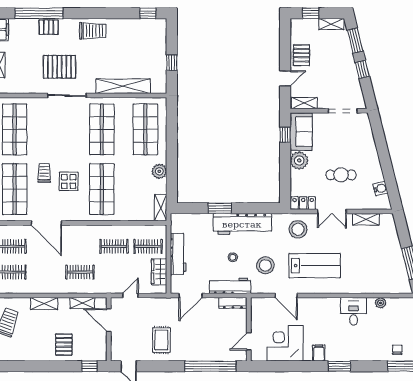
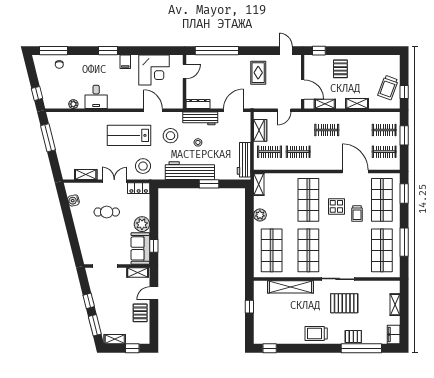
workbench: (178, 254) -> (244, 160), moved

